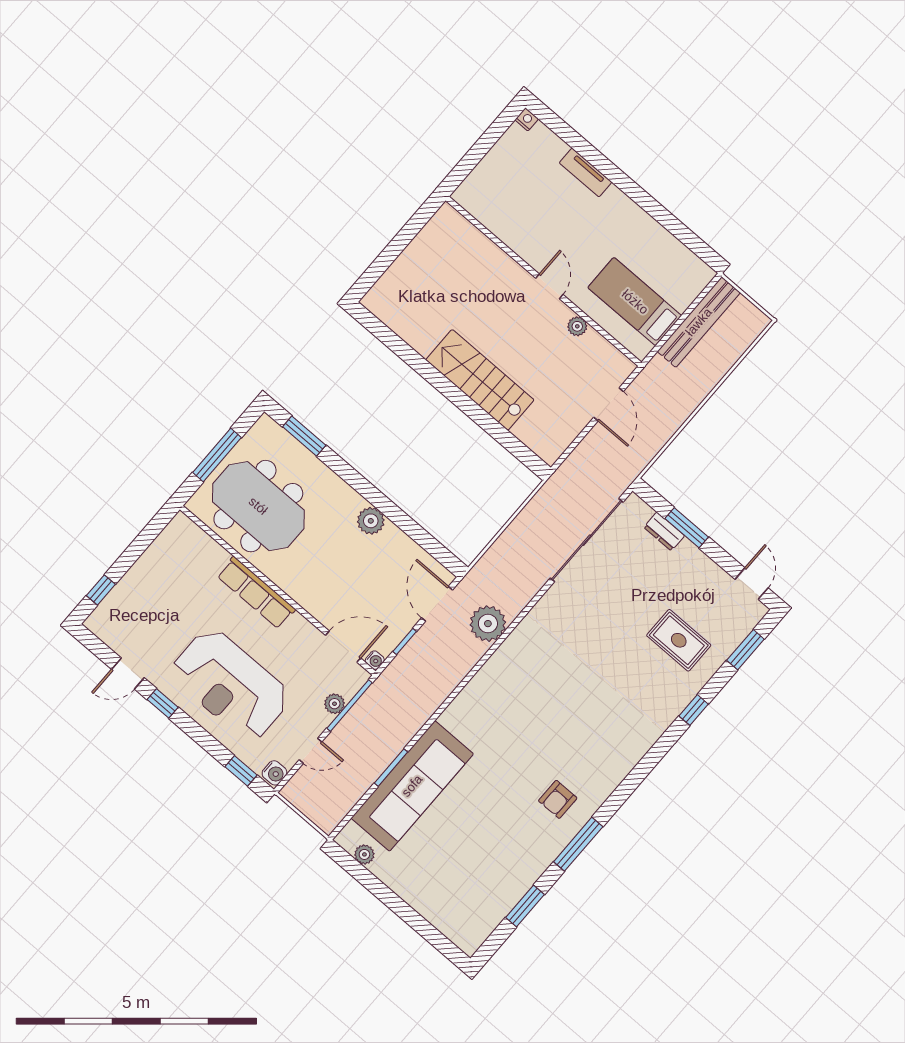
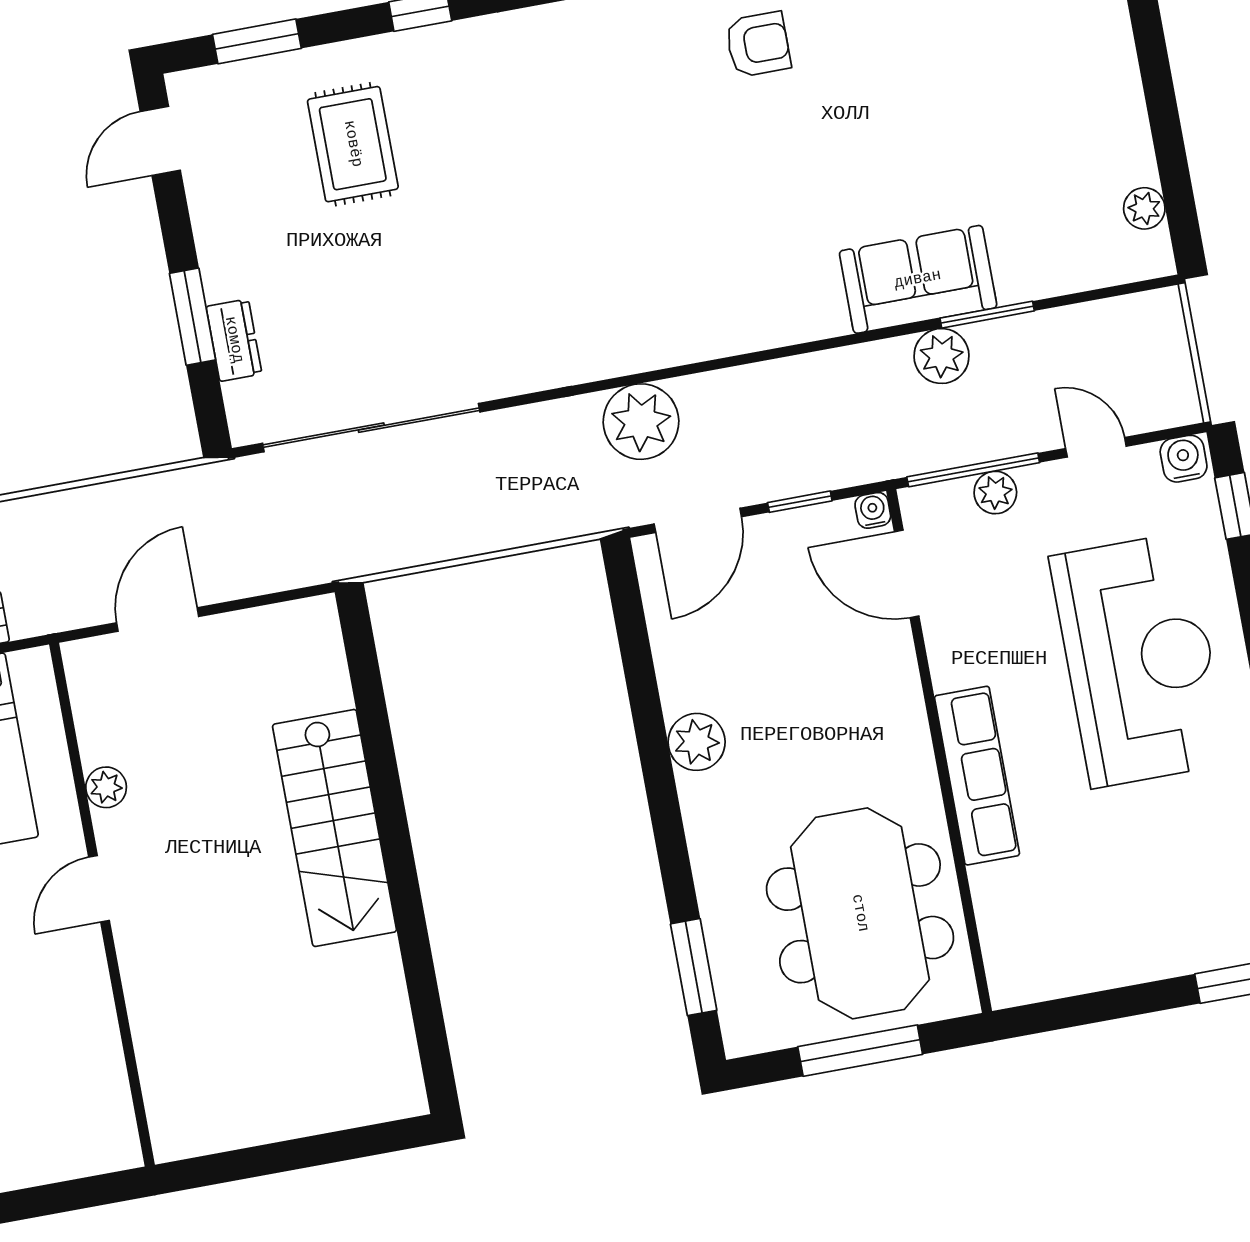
plant: (396, 738) -> (942, 356), added
sofa: (412, 786) -> (918, 279), width x0.54, depth x0.79

